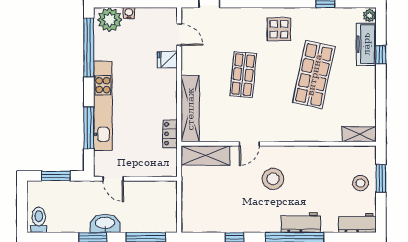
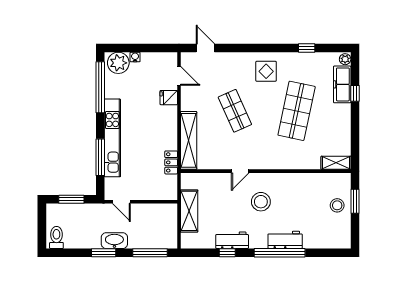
shop shelf: (243, 75) -> (235, 111), turned -30
shelving: (205, 155) -> (189, 211), moved, turned 90
workbench: (357, 223) -> (232, 240), moved

